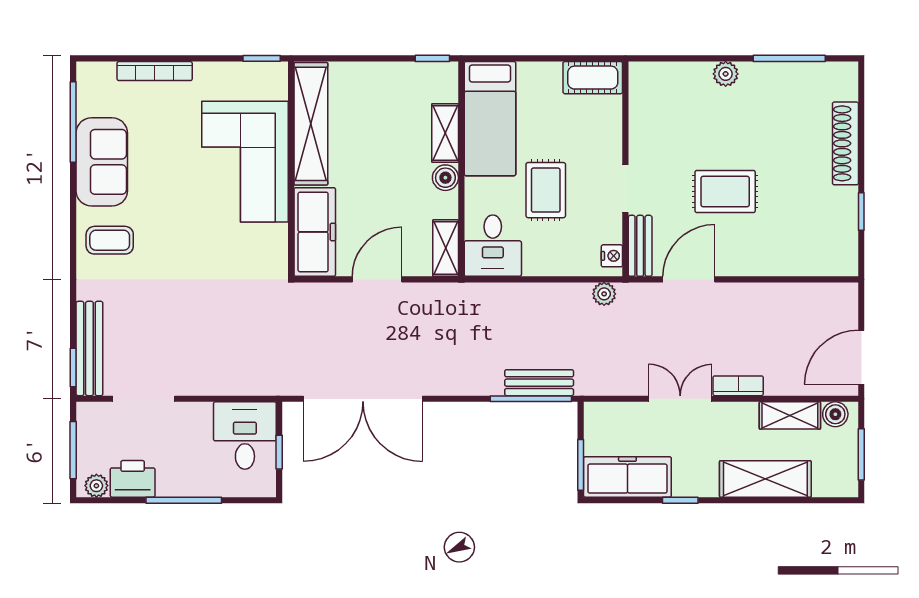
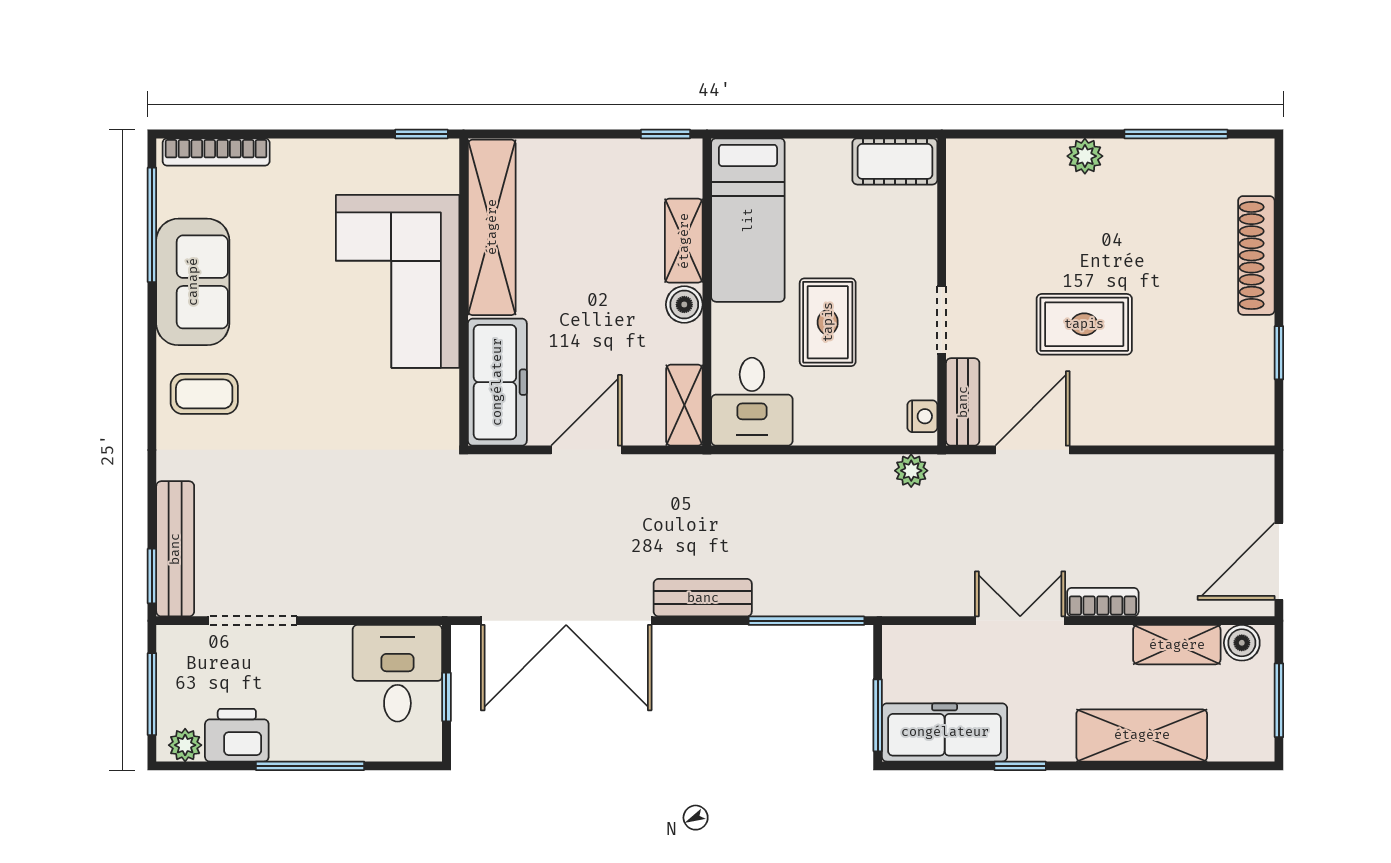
bookcase: (155, 71) -> (216, 152), moved
bench: (539, 383) -> (703, 598), moved

